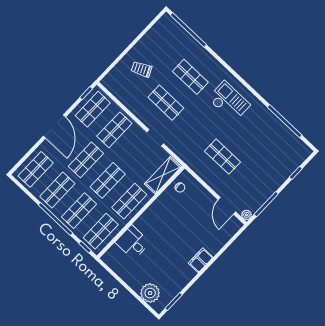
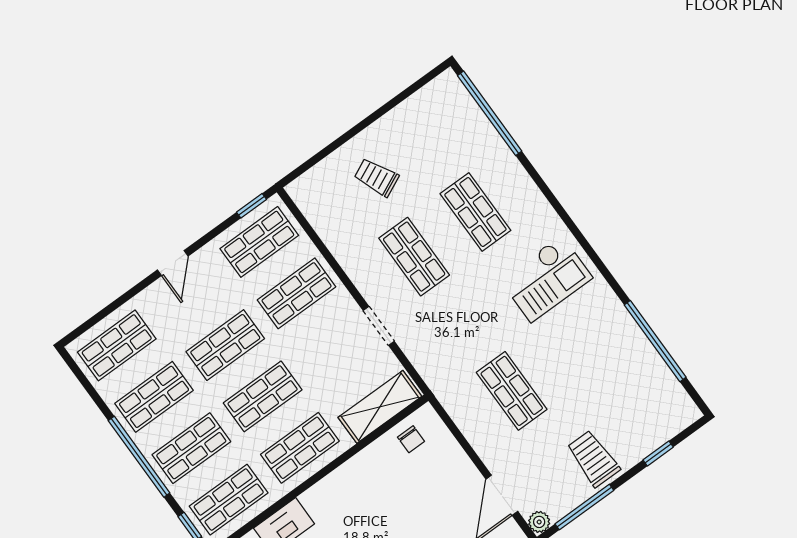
checkout: (229, 102) -> (546, 279), turned 90
door: (54, 126) -> (173, 263), width x0.53
trolley: (266, 181) -> (593, 459), added

